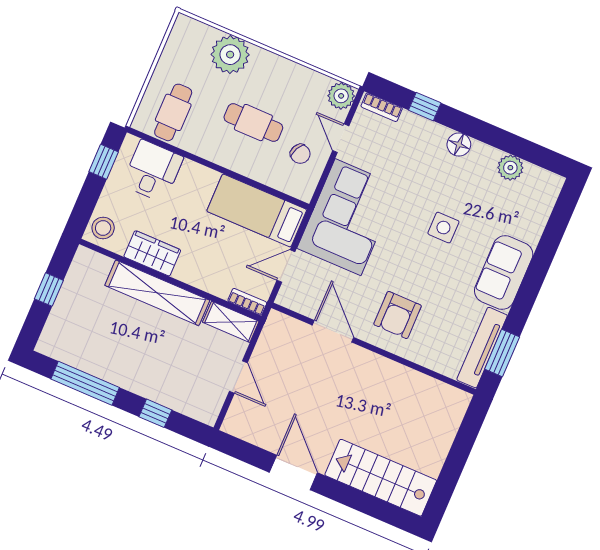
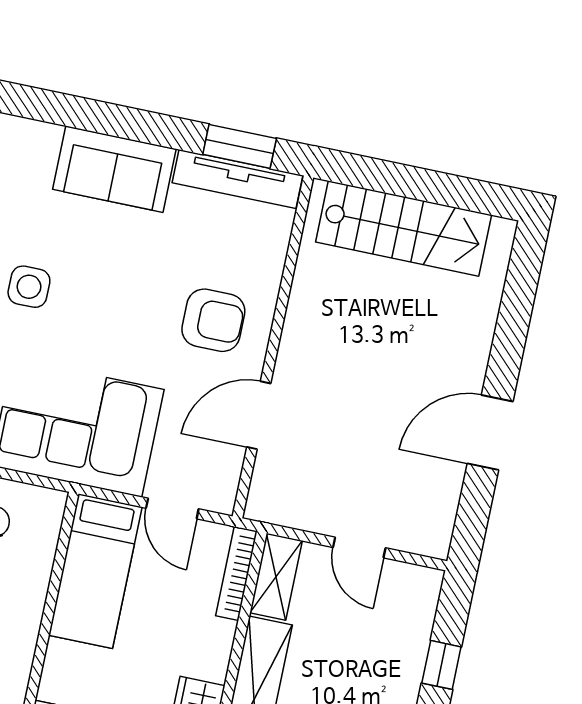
side table: (443, 228) -> (29, 287), moved
bookcase: (247, 302) -> (237, 573), width x1.56
door: (238, 377) -> (359, 548), swing flipped
stairs: (381, 478) -> (404, 228), moved, turned -90

